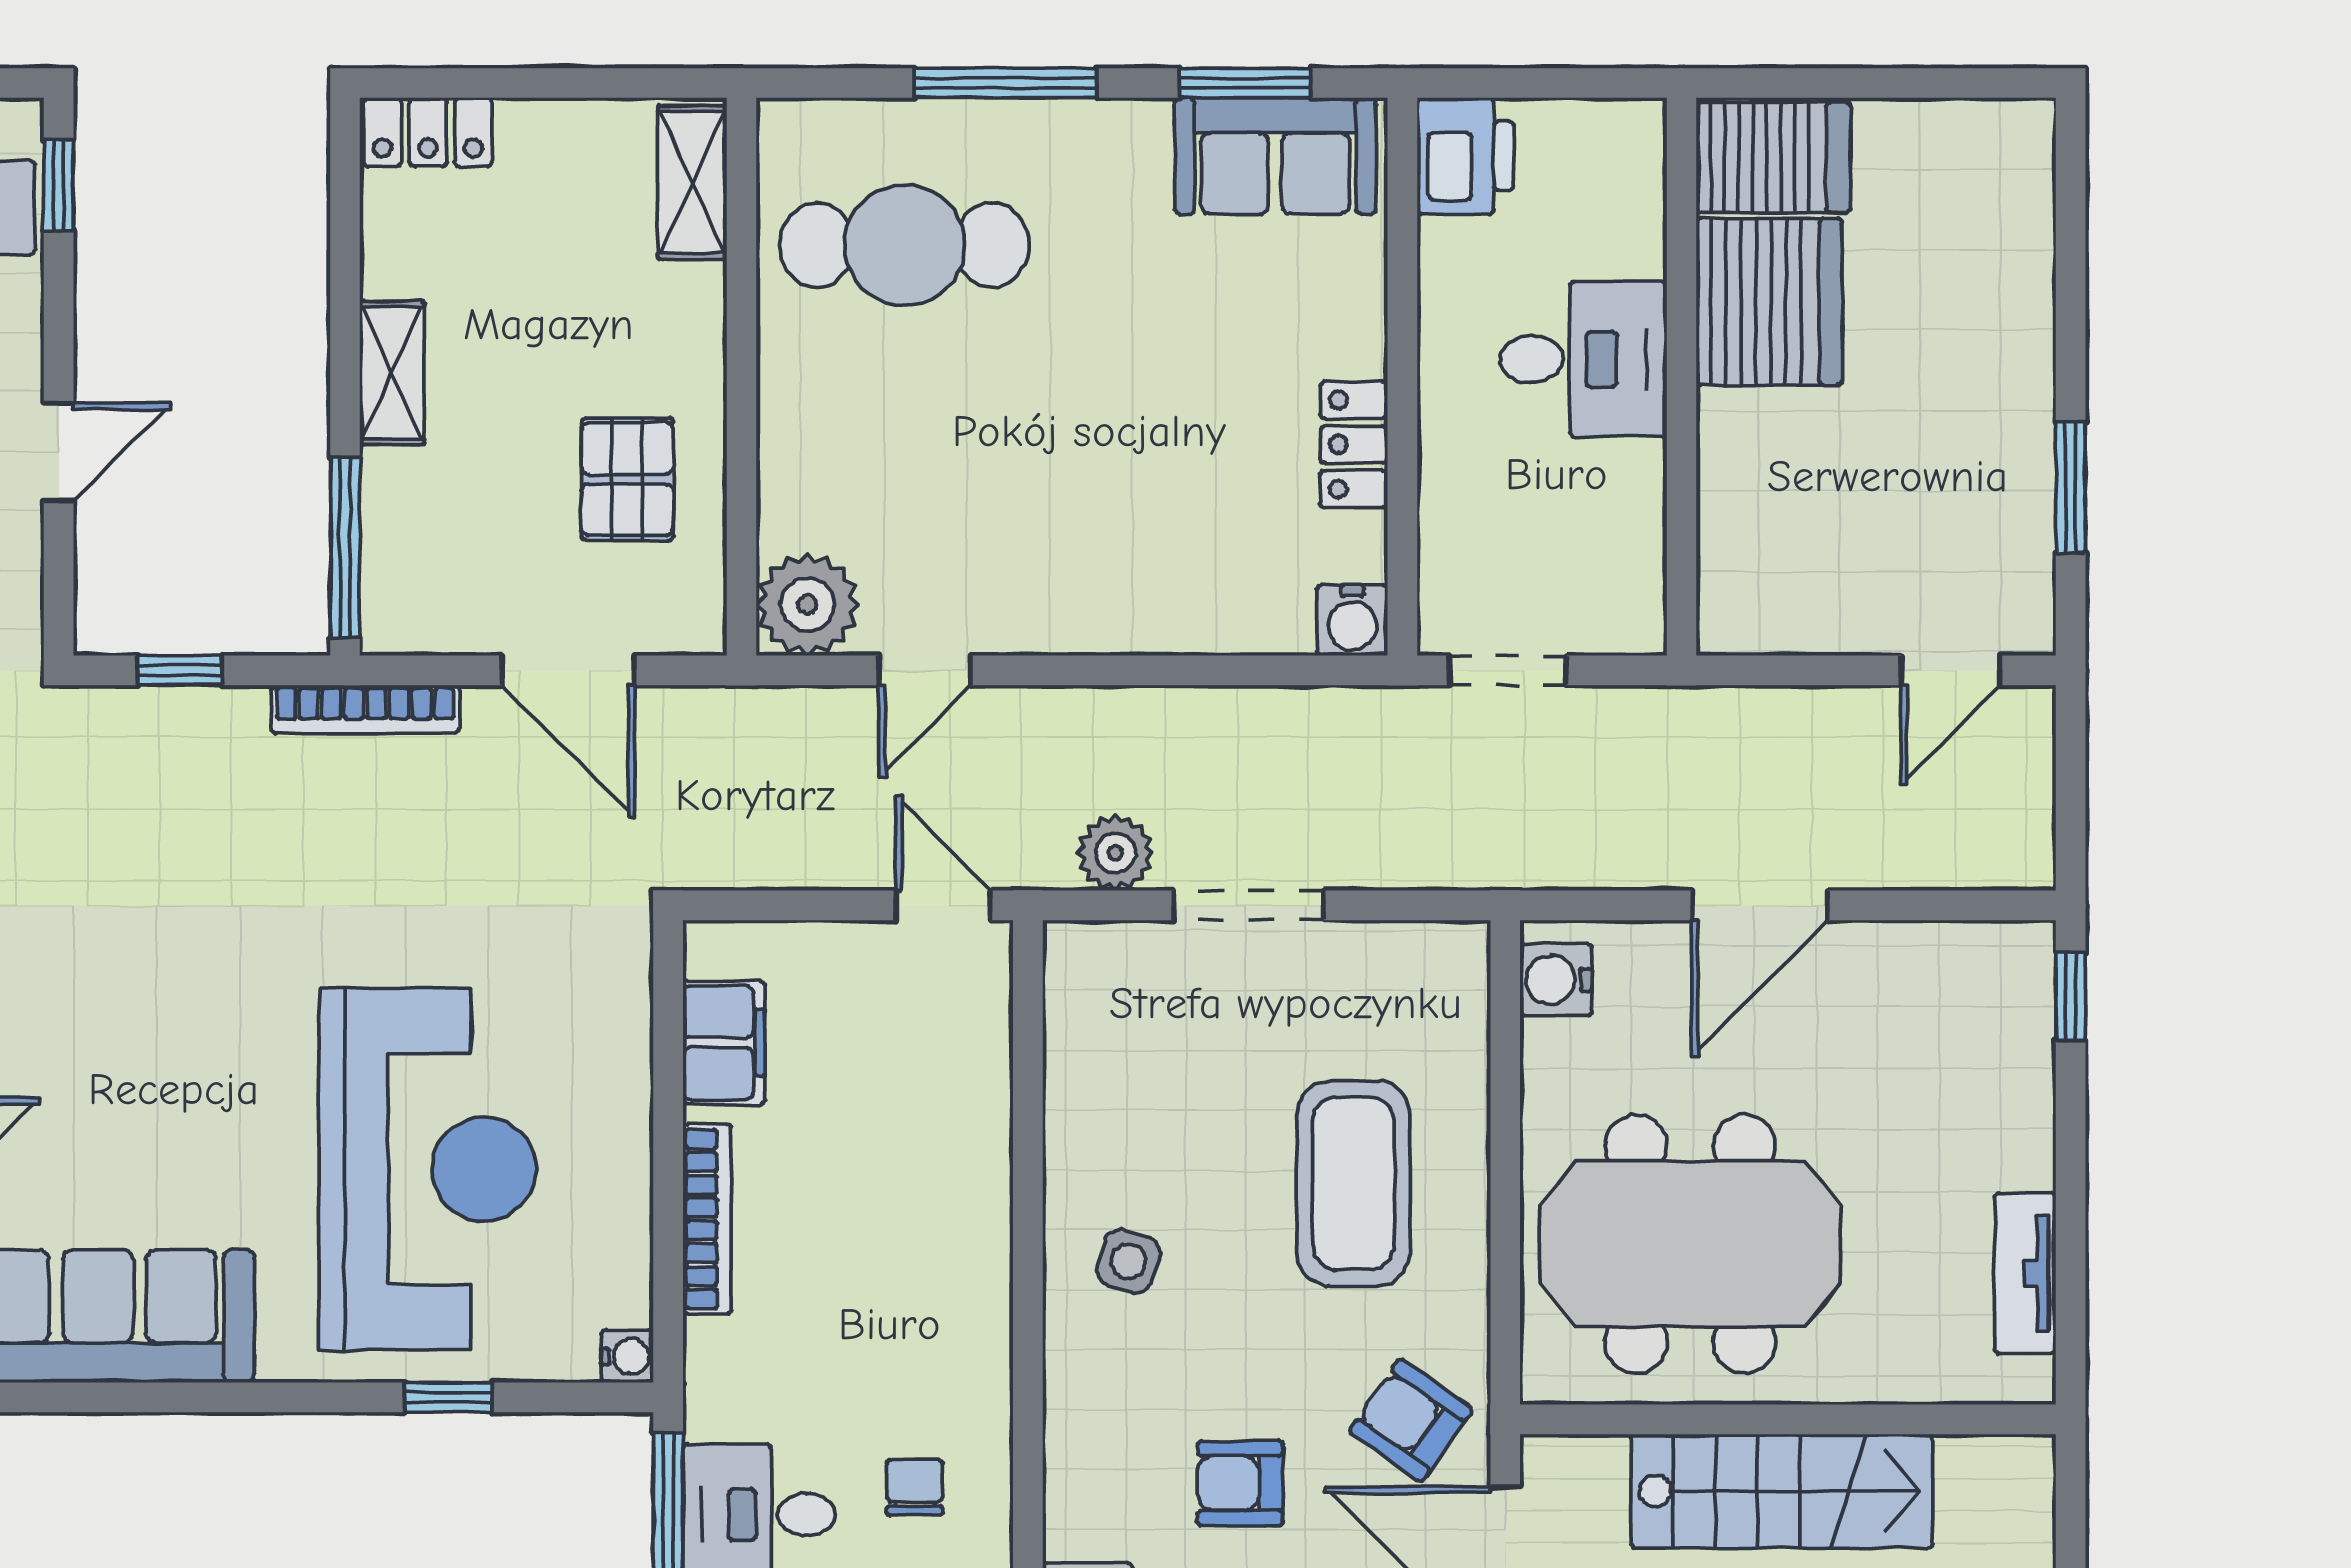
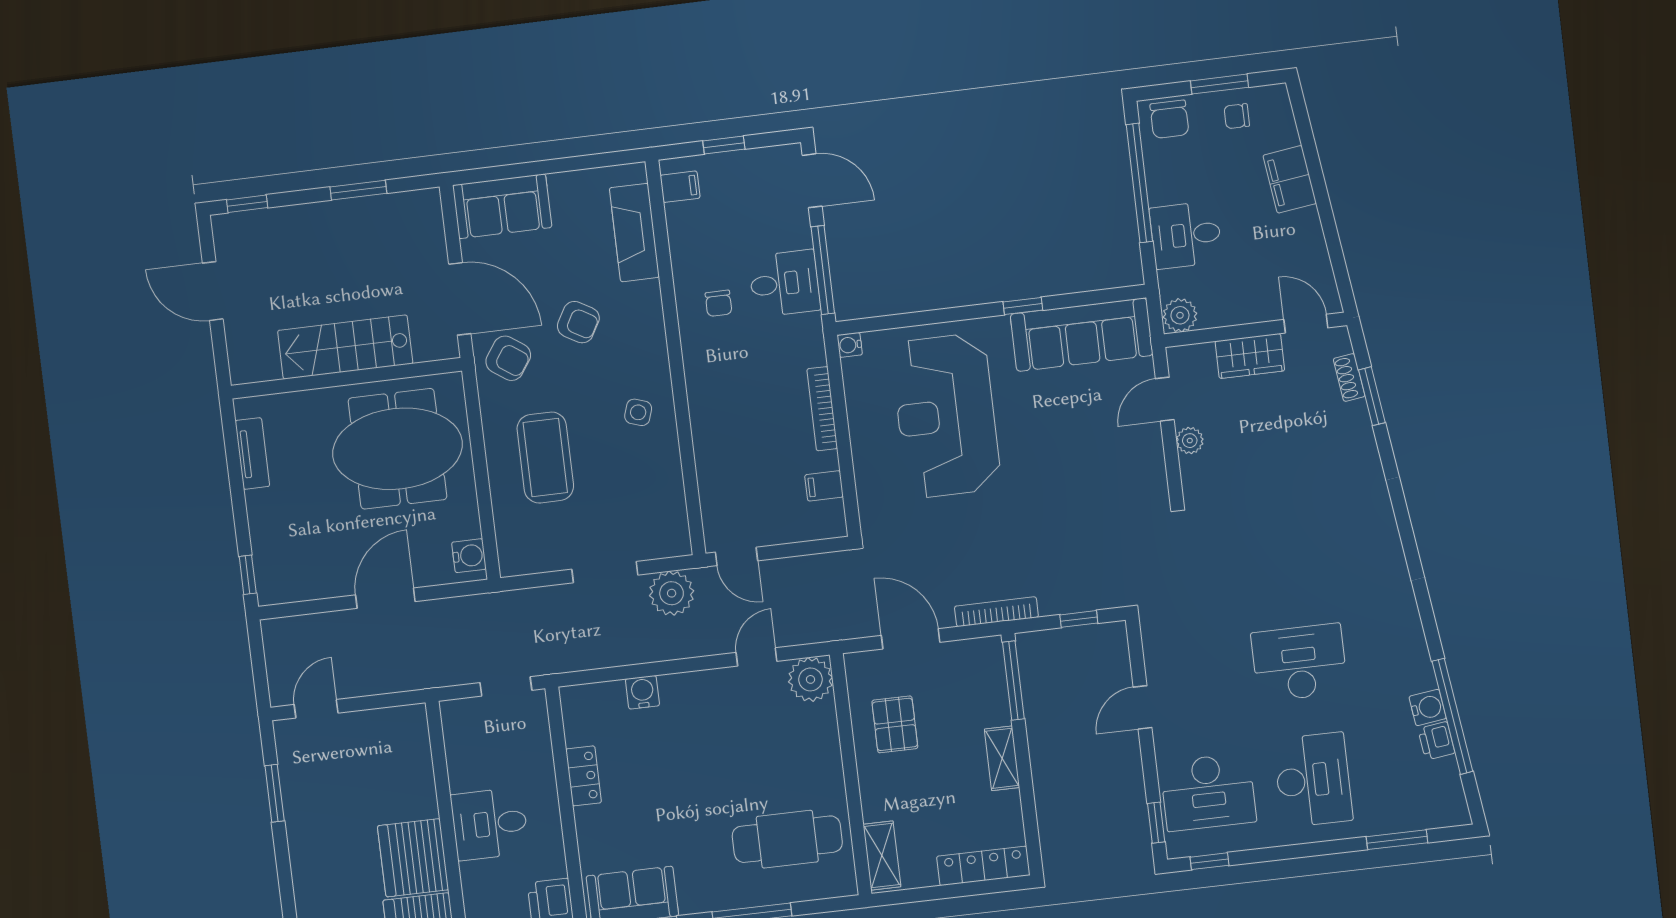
locker: (428, 132) -> (983, 866), width x1.53
water cooler: (1352, 620) -> (642, 692), moved
plant: (1115, 853) -> (672, 593), width x1.36, depth x1.36
filing cabinet: (724, 1043) -> (824, 486), width x0.50
window: (448, 1397) -> (1023, 306), moved
armchair: (1240, 1483) -> (578, 322), turned 30

